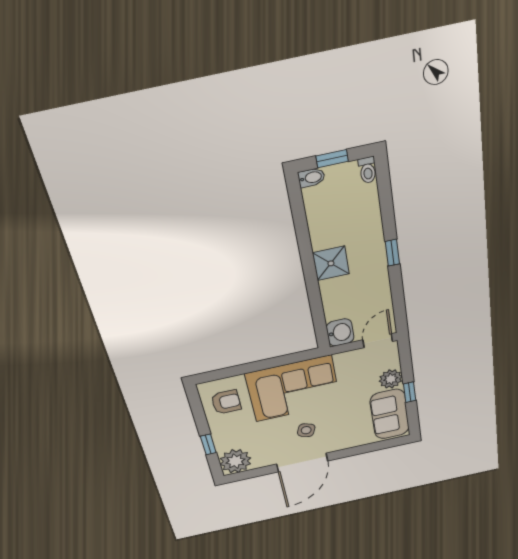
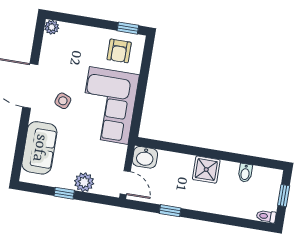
bidet: (312, 178) -> (245, 173), moved
window: (392, 253) -> (170, 211), moved
sofa: (390, 414) -> (39, 148), moved, turned 90
window: (208, 444) -> (128, 28), moved
plant: (235, 461) -> (52, 27), width x0.53, depth x0.53

